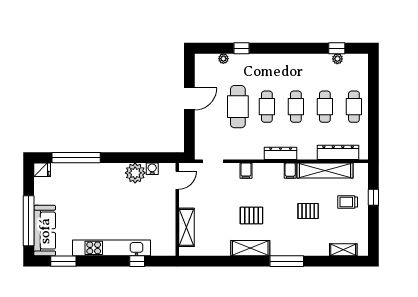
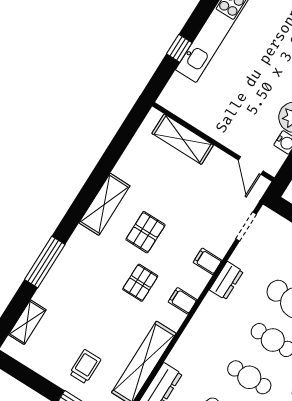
dresser: (281, 153) -> (226, 281), moved, width x0.70
filing cabinet: (290, 171) -> (183, 301), moved
pallet: (308, 211) -> (140, 283), moved
window: (287, 261) -> (45, 262), moved

